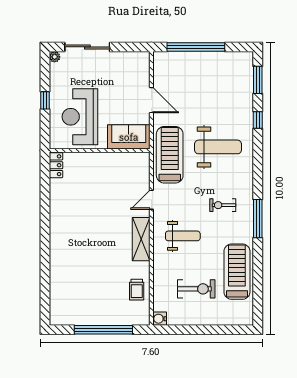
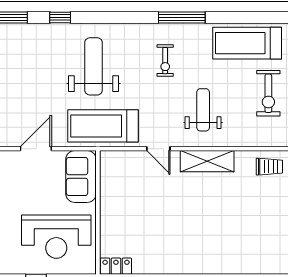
exercise bike: (196, 289) -> (268, 93), turned 180

